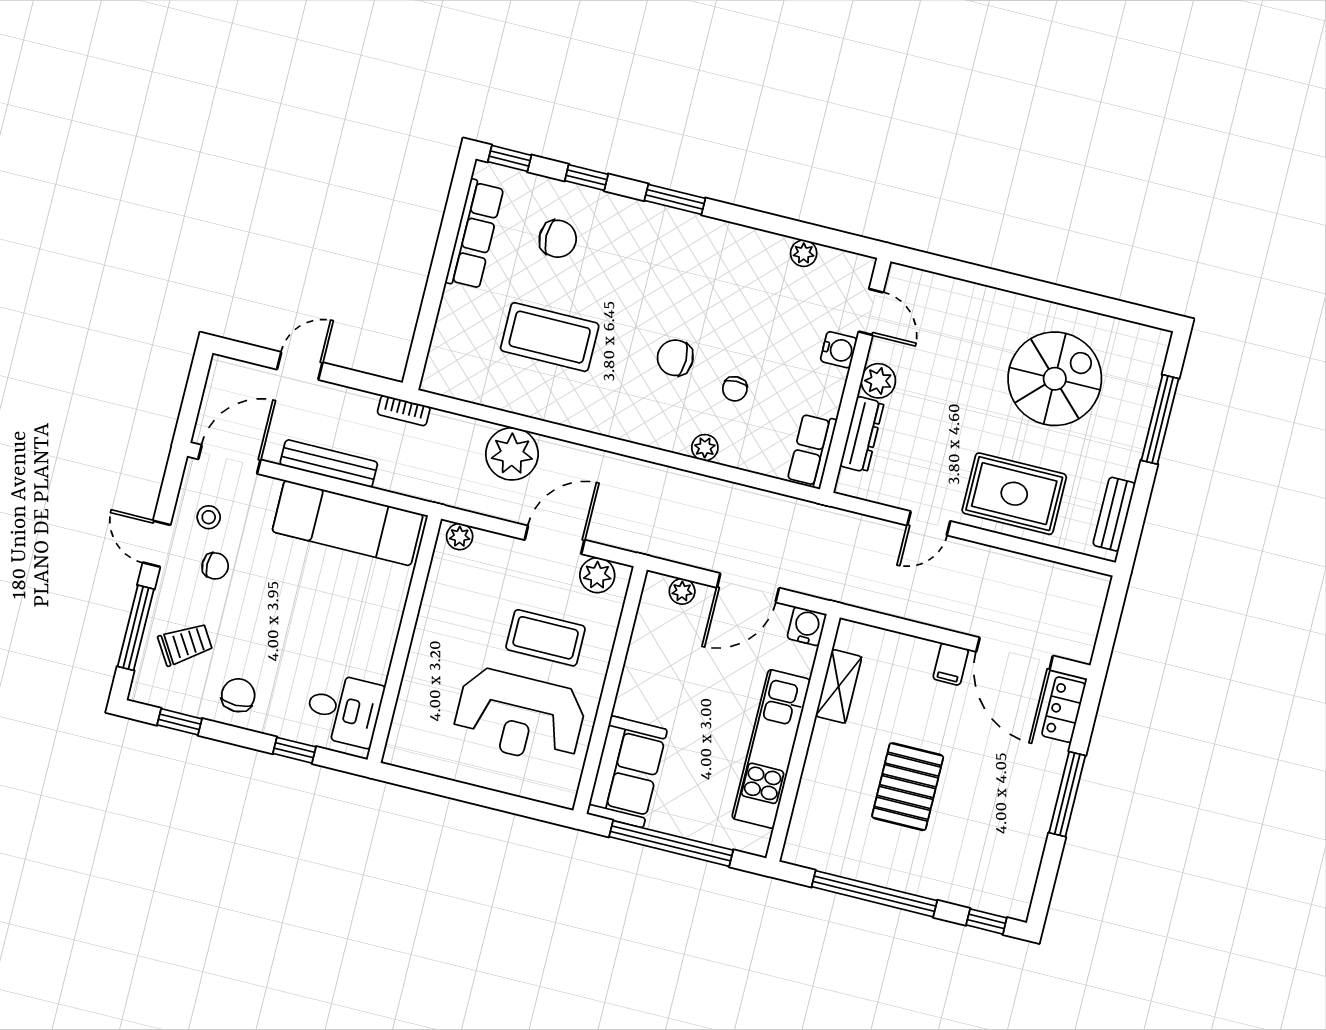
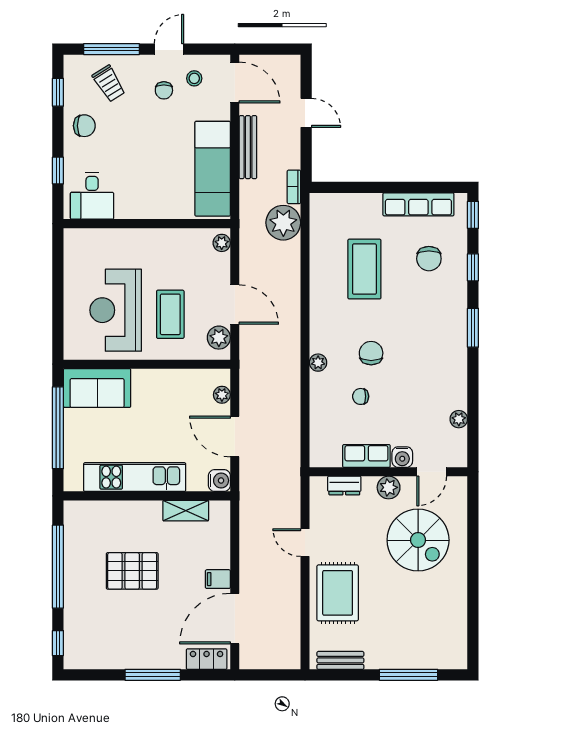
spiral stairs: (1055, 379) -> (418, 540), moved
dresser: (862, 434) -> (344, 485), width x0.70
plant: (705, 448) -> (318, 363), moved
row of seats: (812, 451) -> (366, 456), moved
plant: (512, 454) -> (283, 223), moved

